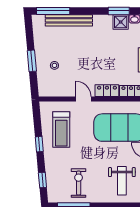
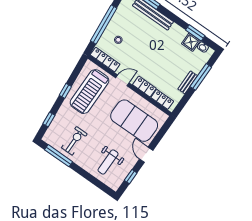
window: (32, 61) -> (104, 24), width x2.11
locker: (55, 91) -> (105, 60), added
door: (84, 99) -> (122, 80), hinge flipped
treadmill: (61, 130) -> (90, 92), width x1.37, depth x1.38

